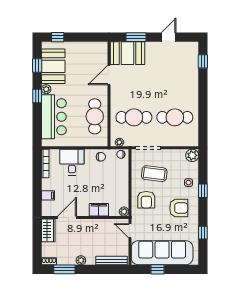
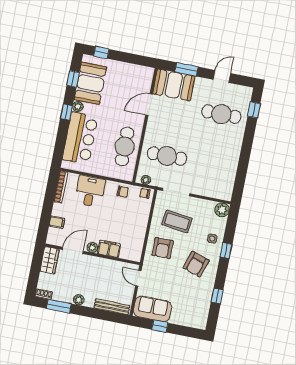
cafe table: (175, 117) -> (221, 114), moved
armchair: (179, 208) -> (196, 264), turned 108
plant: (124, 212) -> (92, 248), moved
sofa: (162, 253) -> (153, 309), width x0.54, depth x0.79

